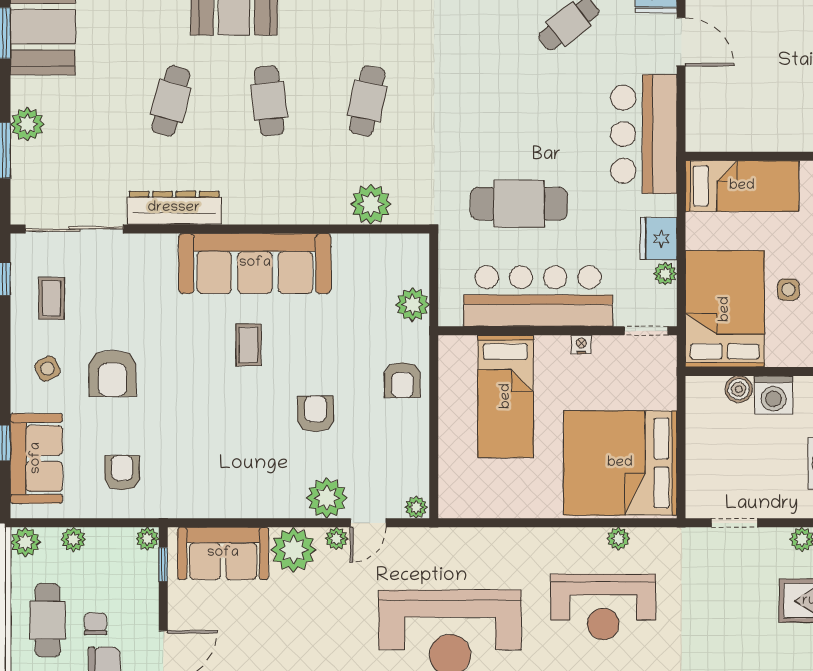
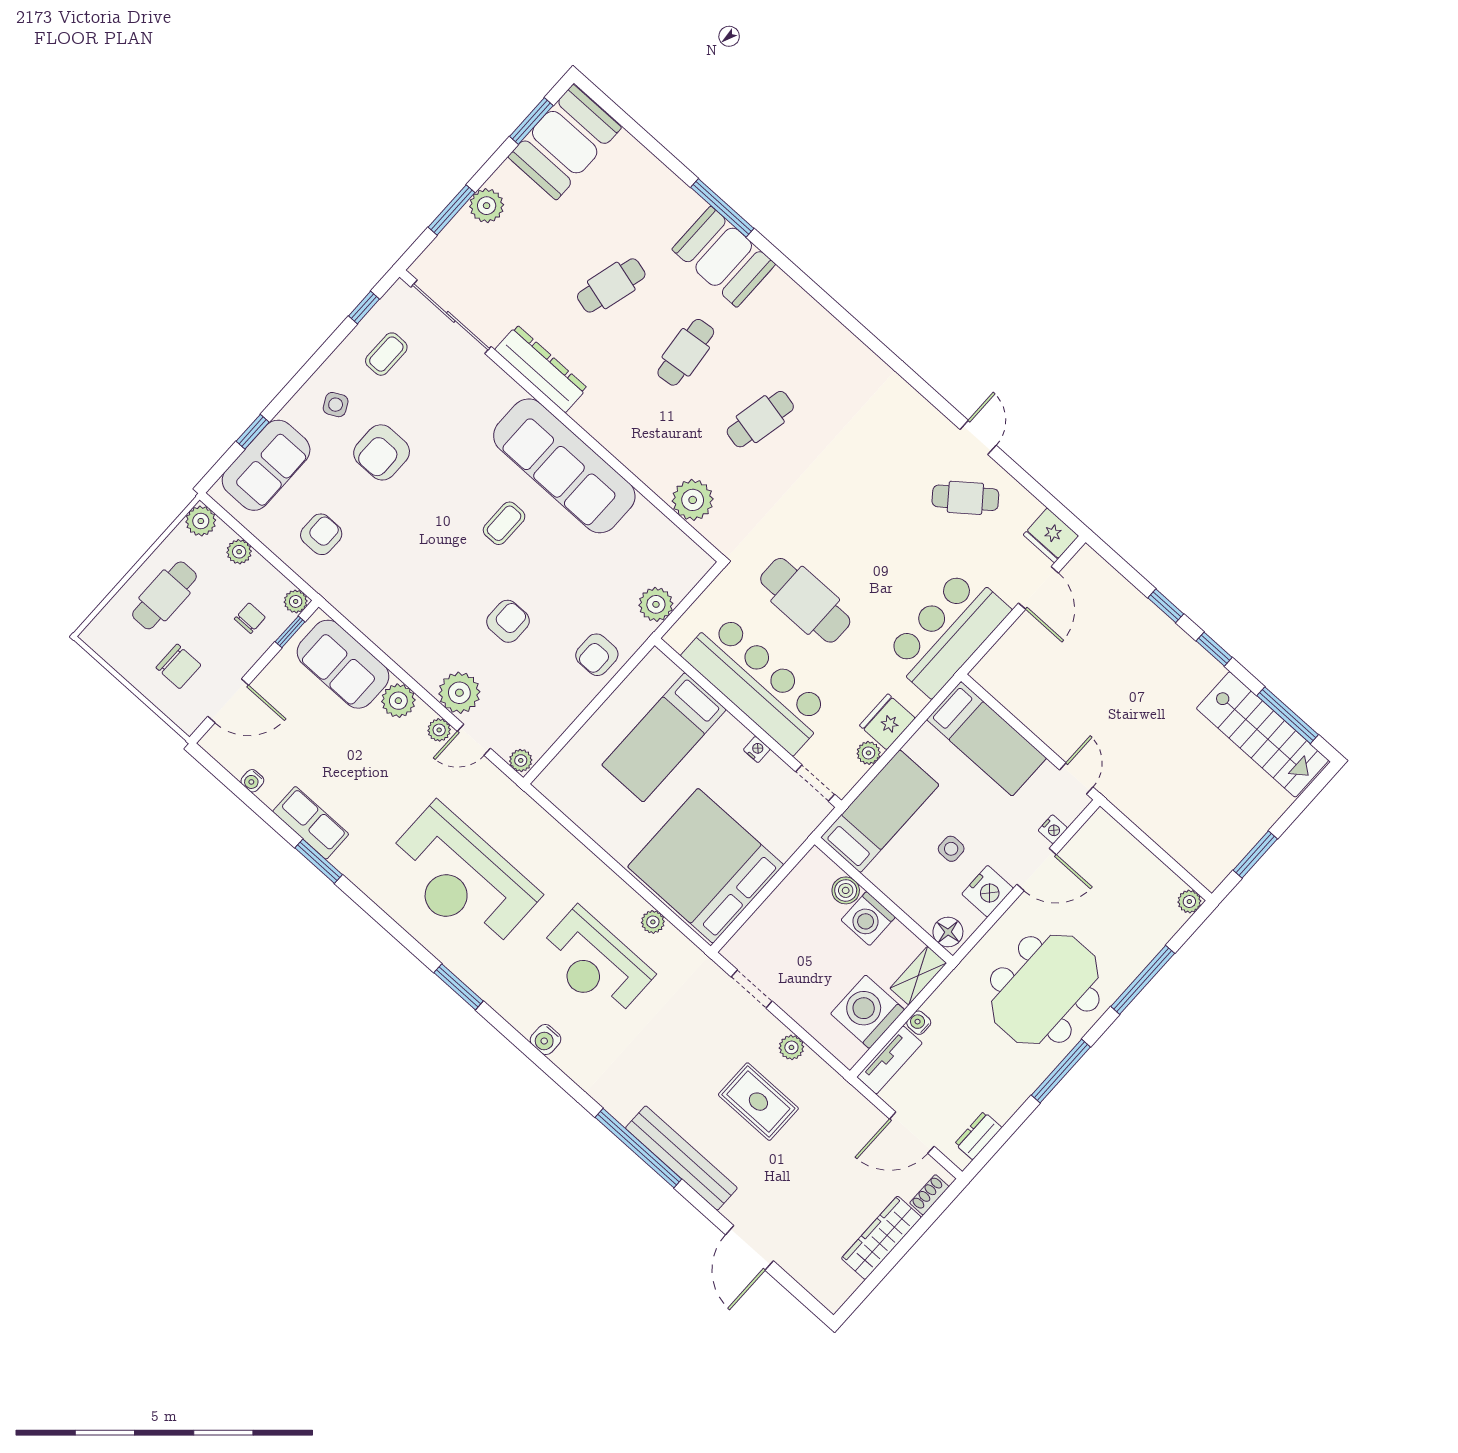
bed: (725, 309) -> (880, 811), width x0.67
plant: (293, 550) -> (398, 701), width x0.73, depth x0.73
chair: (95, 624) -> (250, 618), moved

